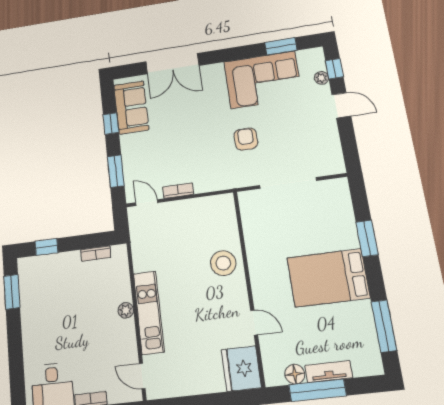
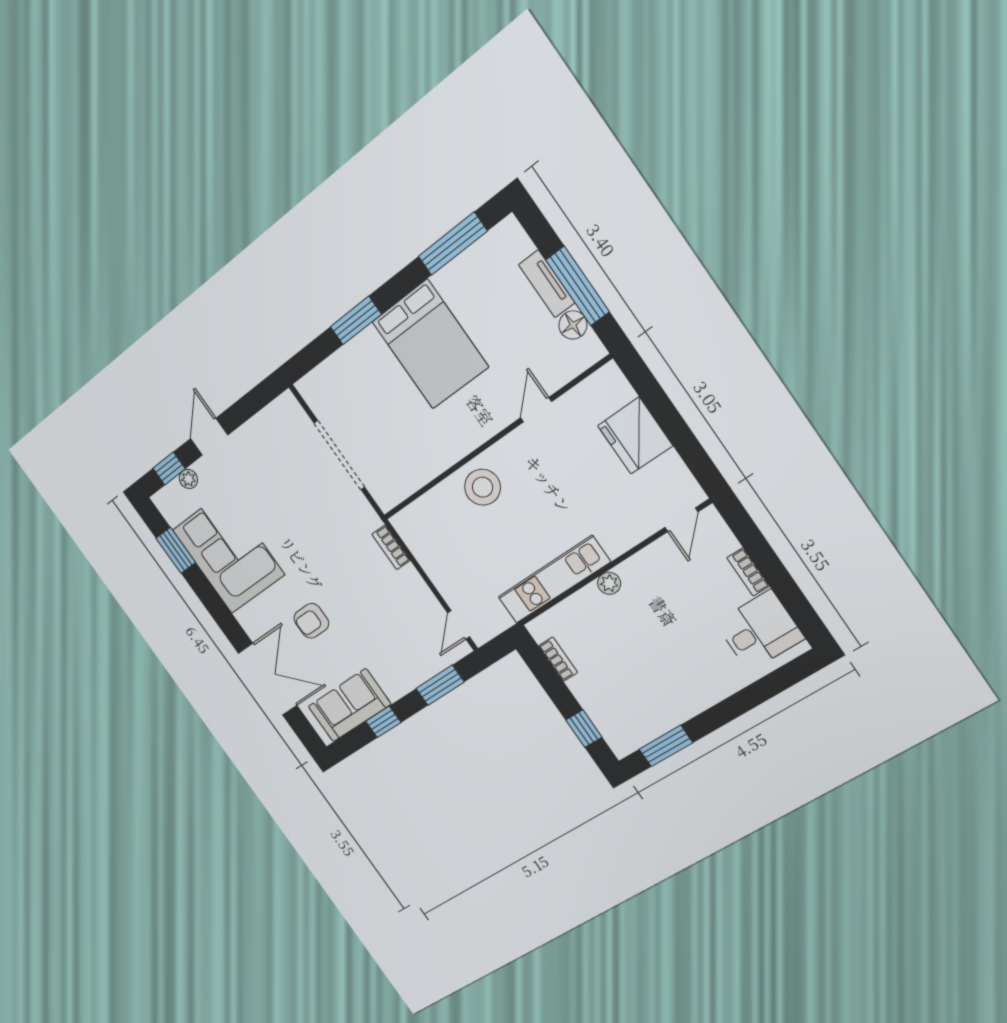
armchair: (246, 139) -> (311, 621), moved
bookcase: (178, 191) -> (391, 547), moved
kitchen unit: (149, 312) -> (554, 580), moved
fridge: (241, 369) -> (635, 436), moved, turned 90

